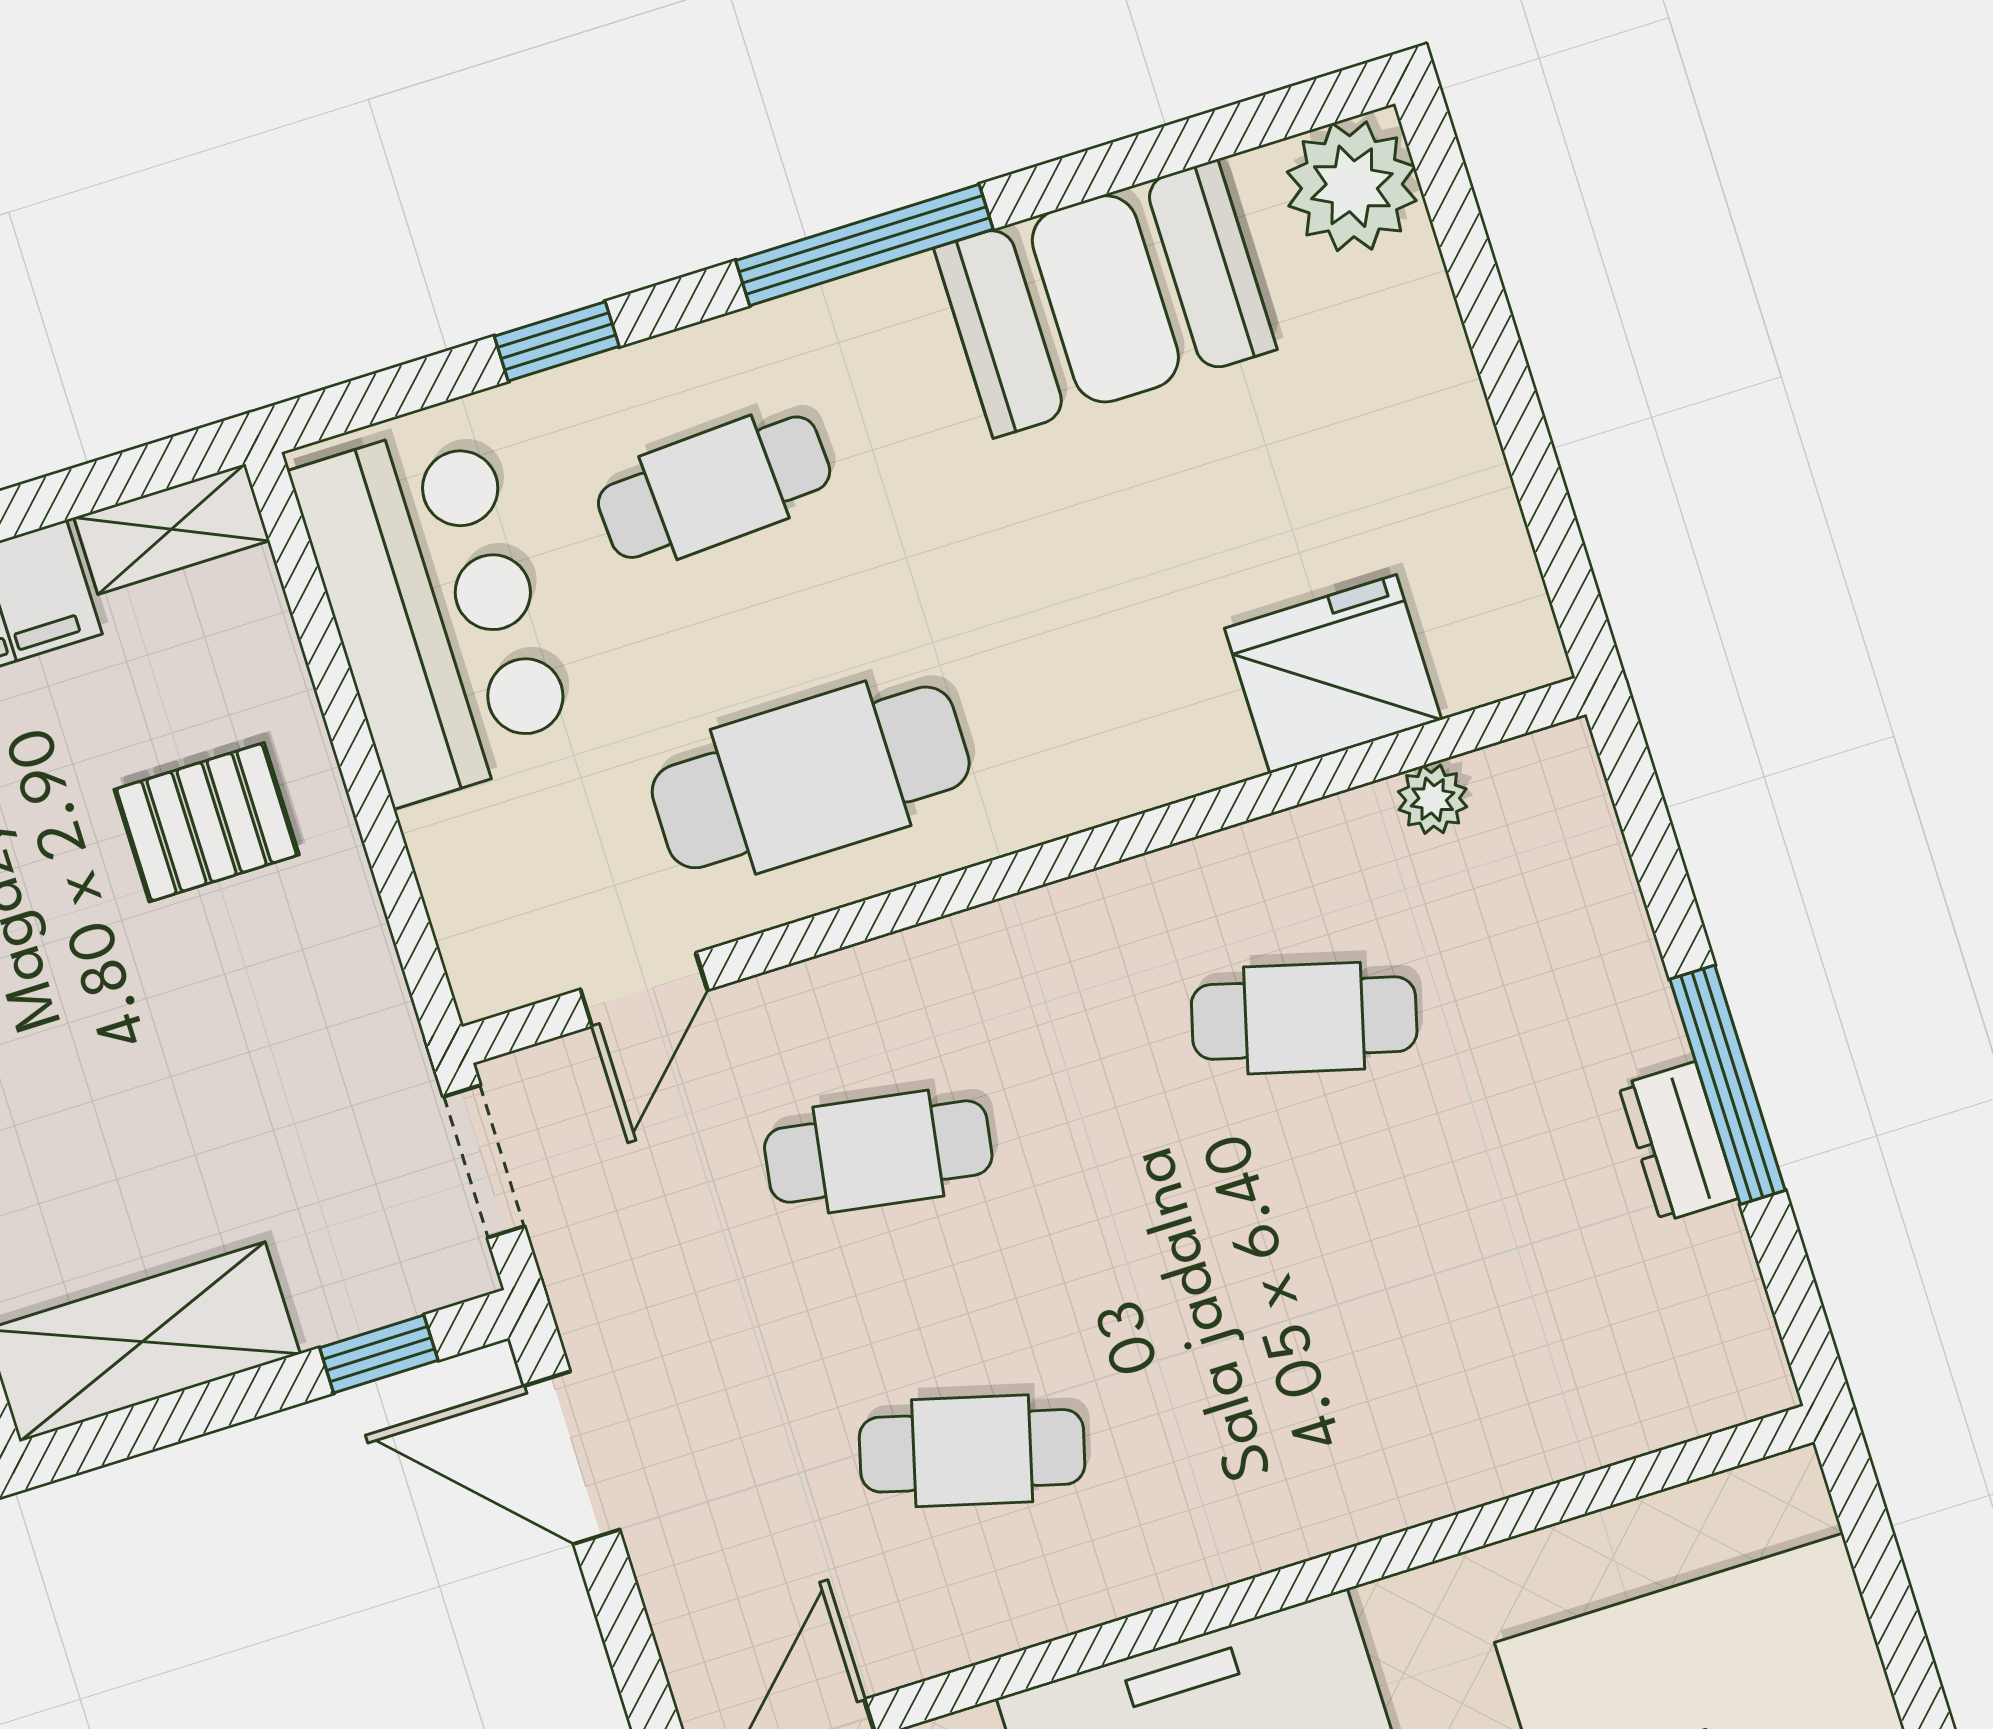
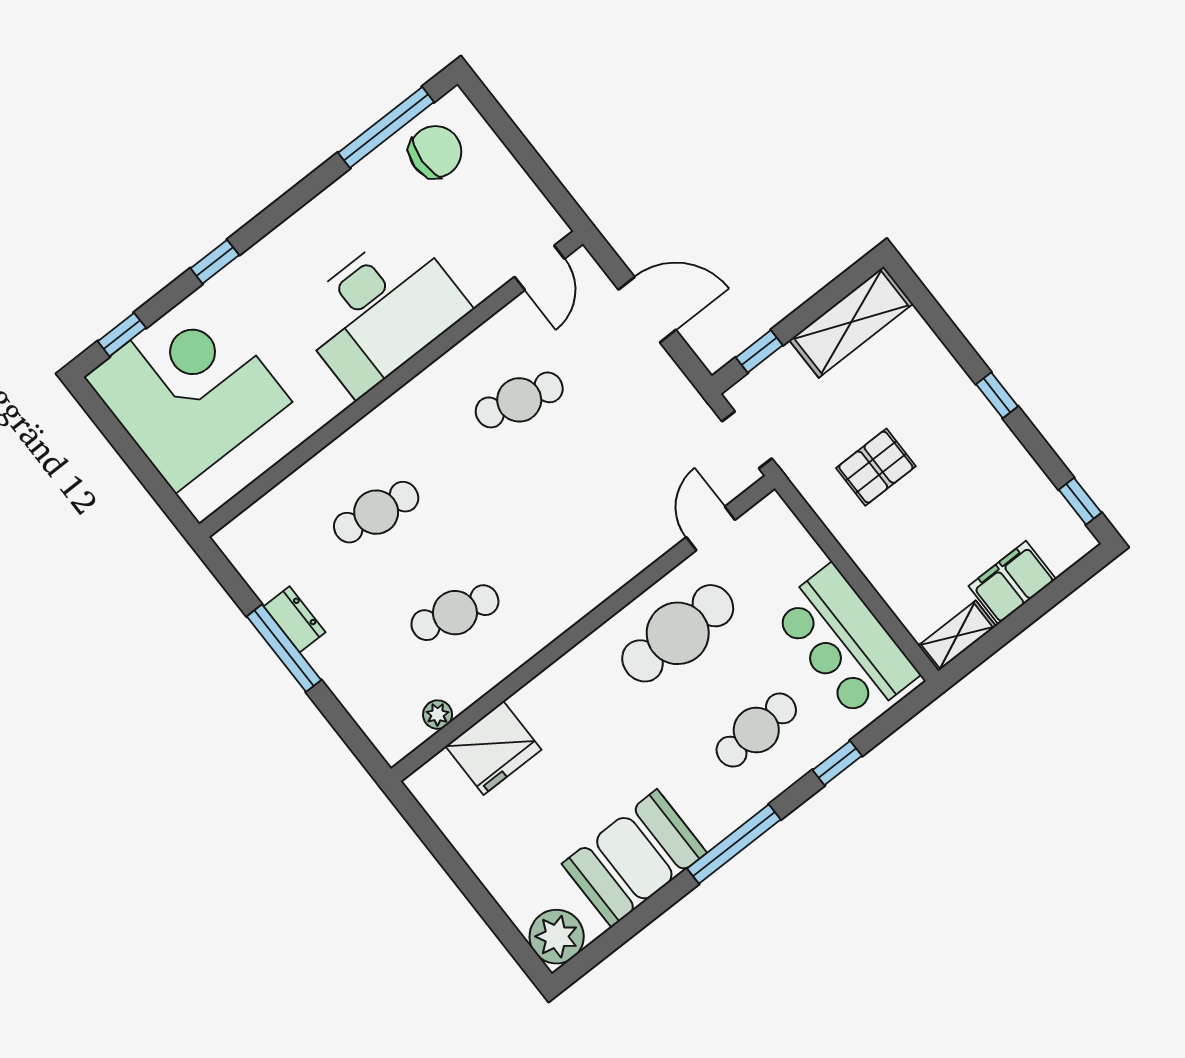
pallet: (207, 822) -> (876, 467), moved
cafe table: (878, 1152) -> (376, 512), moved
door: (572, 1458) -> (647, 310), moved

